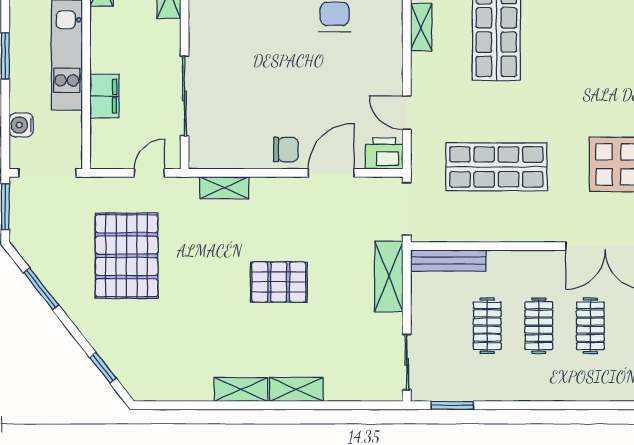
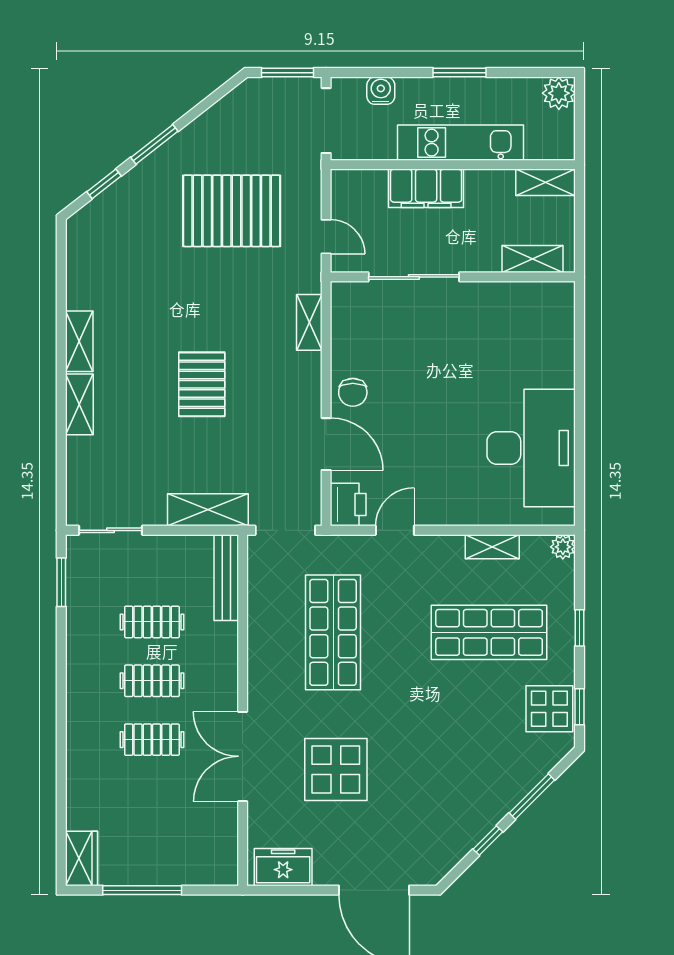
filing cabinet: (104, 96) -> (426, 188), width x1.50, depth x1.17
window: (41, 289) -> (154, 144), moved

